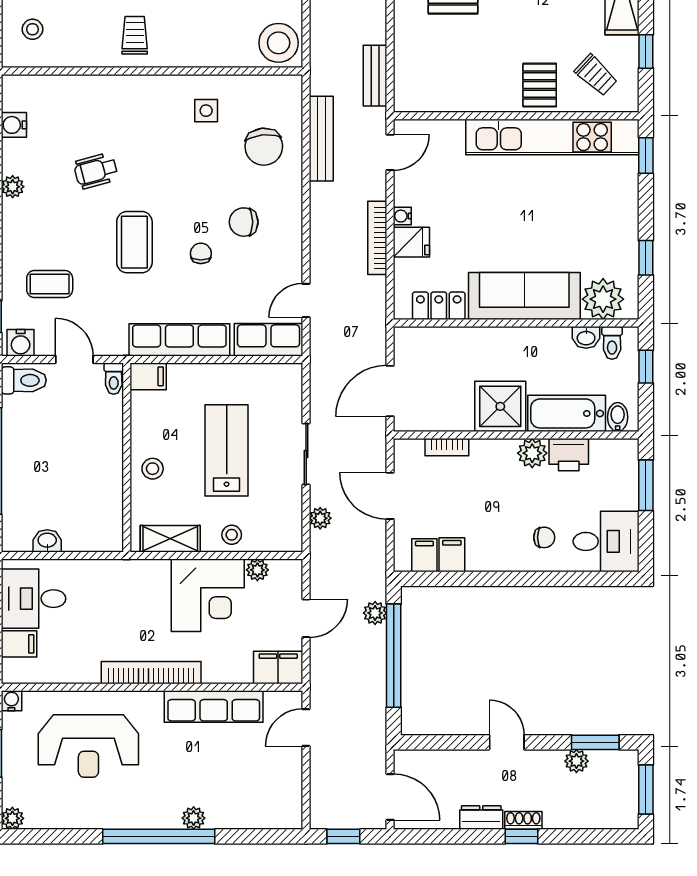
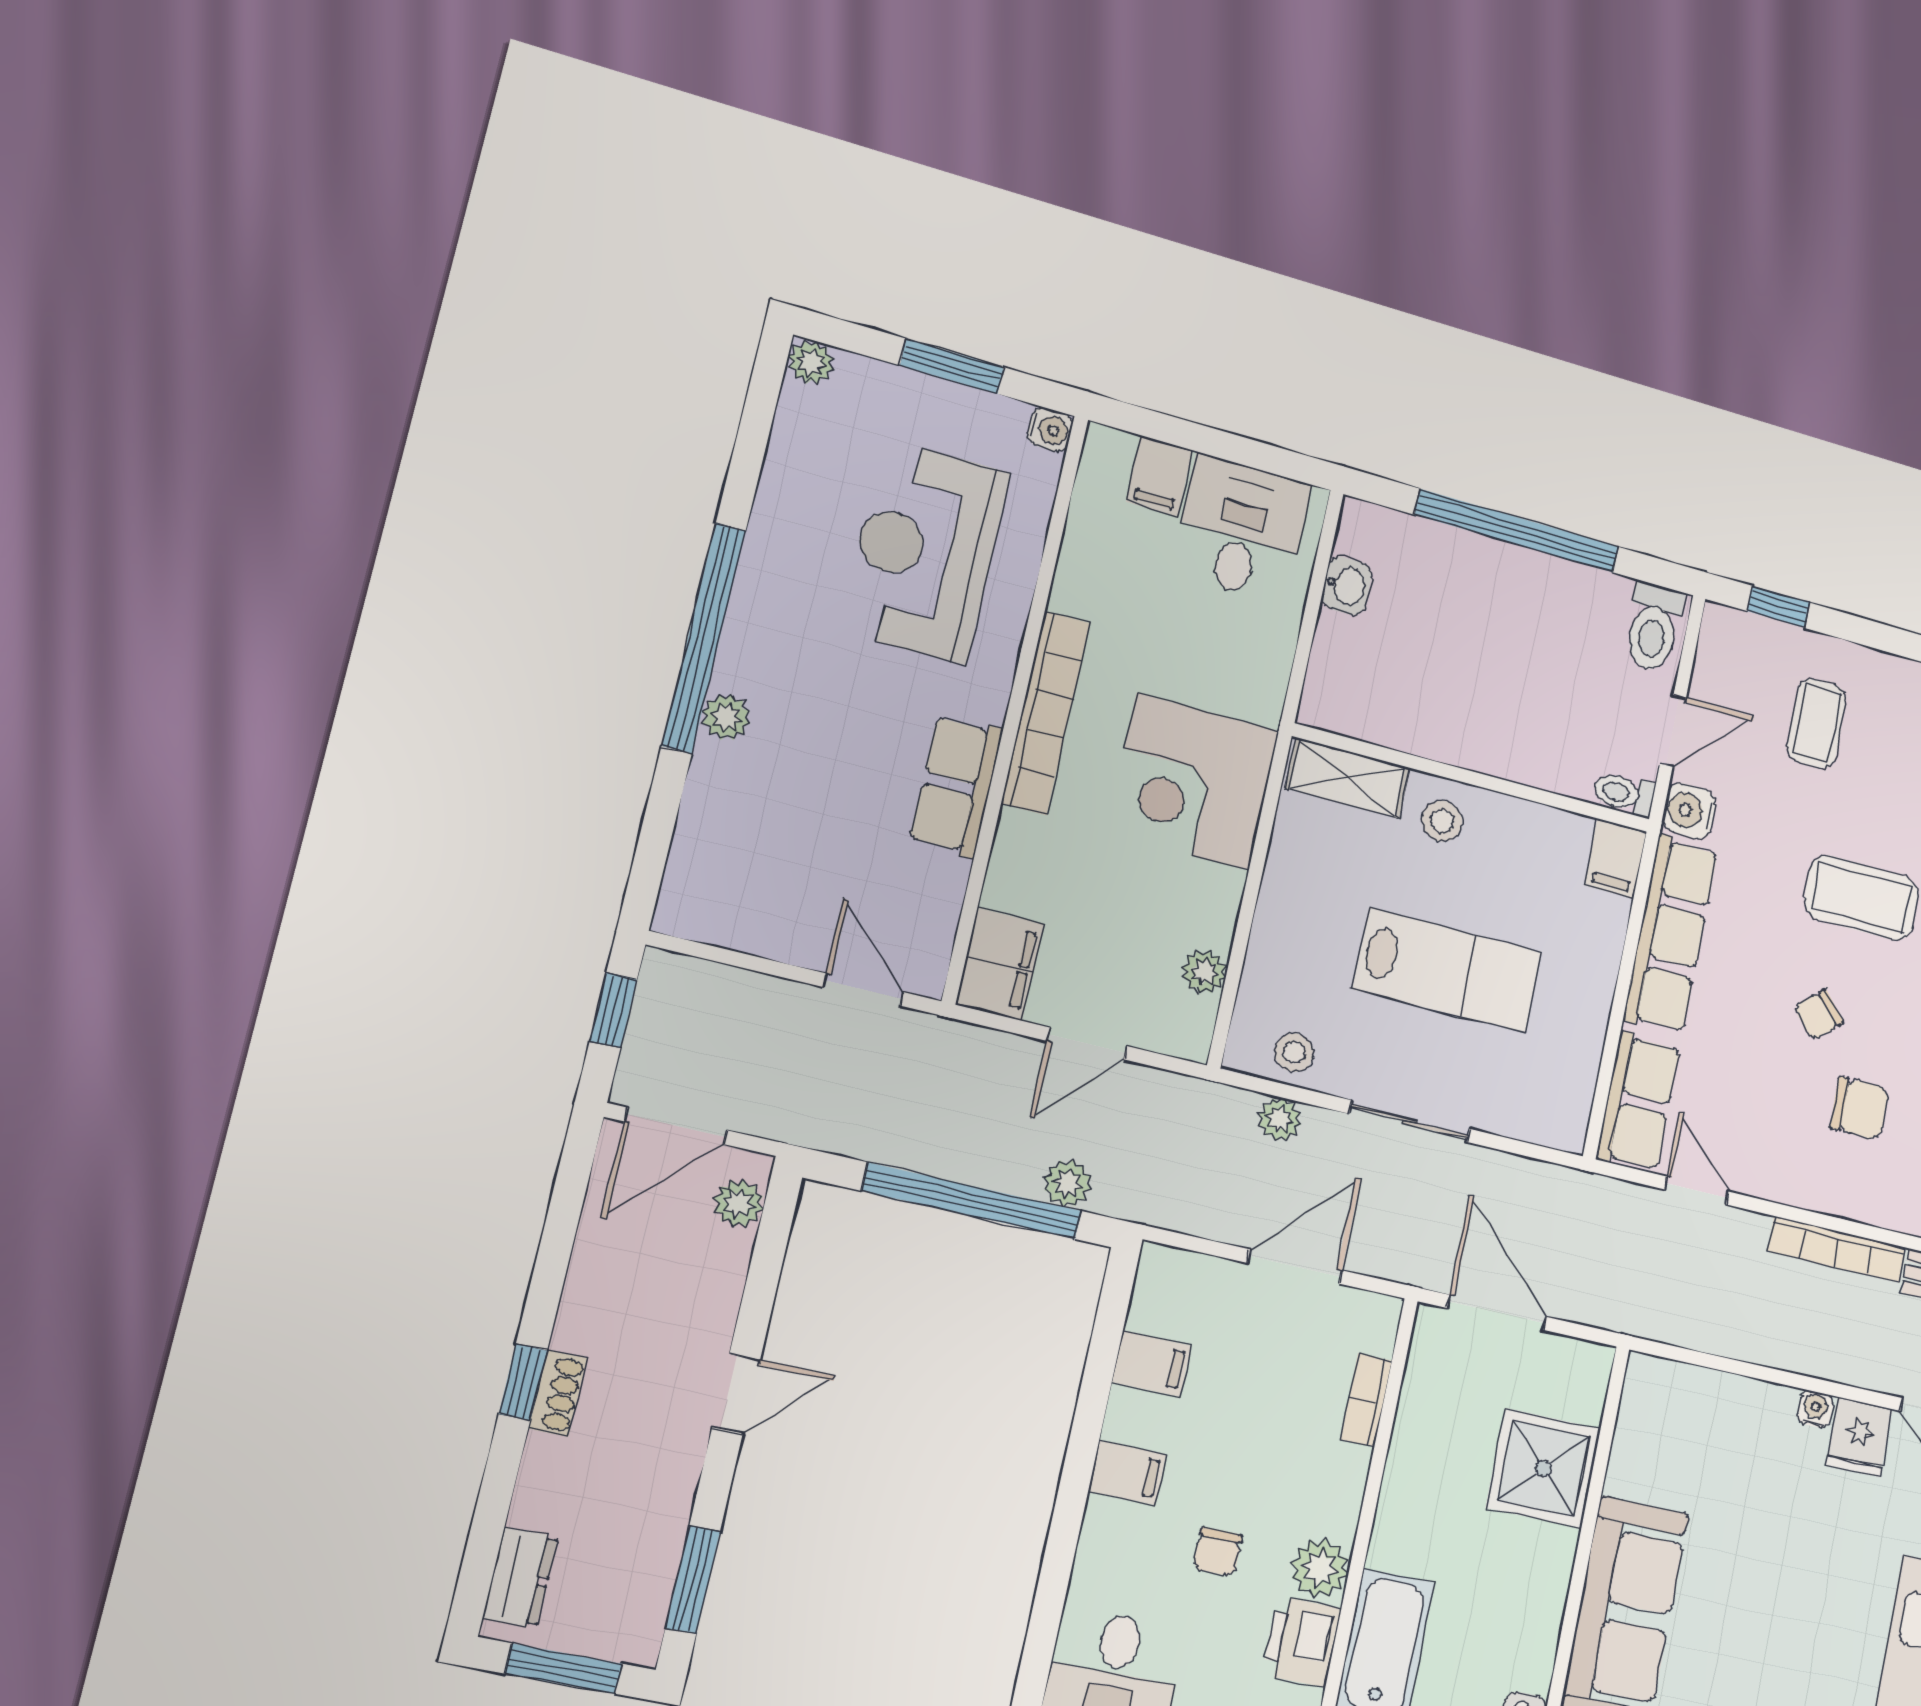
chair: (244, 222) -> (1860, 1108), turned 90
bookcase: (377, 238) -> (1837, 1249), moved, turned 180
fridge: (411, 242) -> (1859, 1437), moved
chair: (201, 253) -> (1819, 1015), turned 138
locker: (439, 306) -> (1638, 1443), removed
water cooler: (21, 343) -> (1689, 811), moved
shower: (500, 406) -> (1543, 1468), moved
stool: (232, 535) -> (1294, 1053), moved
chair: (544, 537) -> (1217, 1552), moved
shelving: (170, 539) -> (1348, 778), moved, turned 90
filing cabinet: (424, 555) -> (1127, 1473), moved
corner desk: (208, 595) -> (1193, 782), moved
door: (306, 618) -> (1087, 1044), hinge flipped
row of seats: (214, 706) -> (956, 786), width x0.68
plant: (576, 761) -> (739, 1203), moved
dresser: (481, 817) -> (520, 1577), moved

